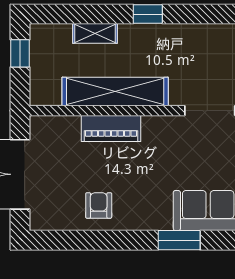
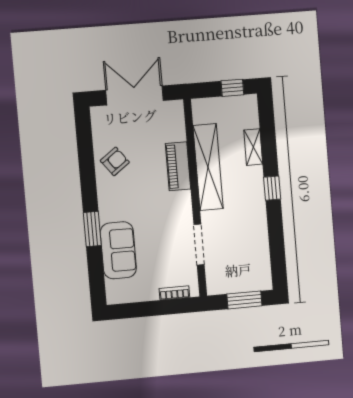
armchair: (99, 205) -> (115, 161), turned -37

